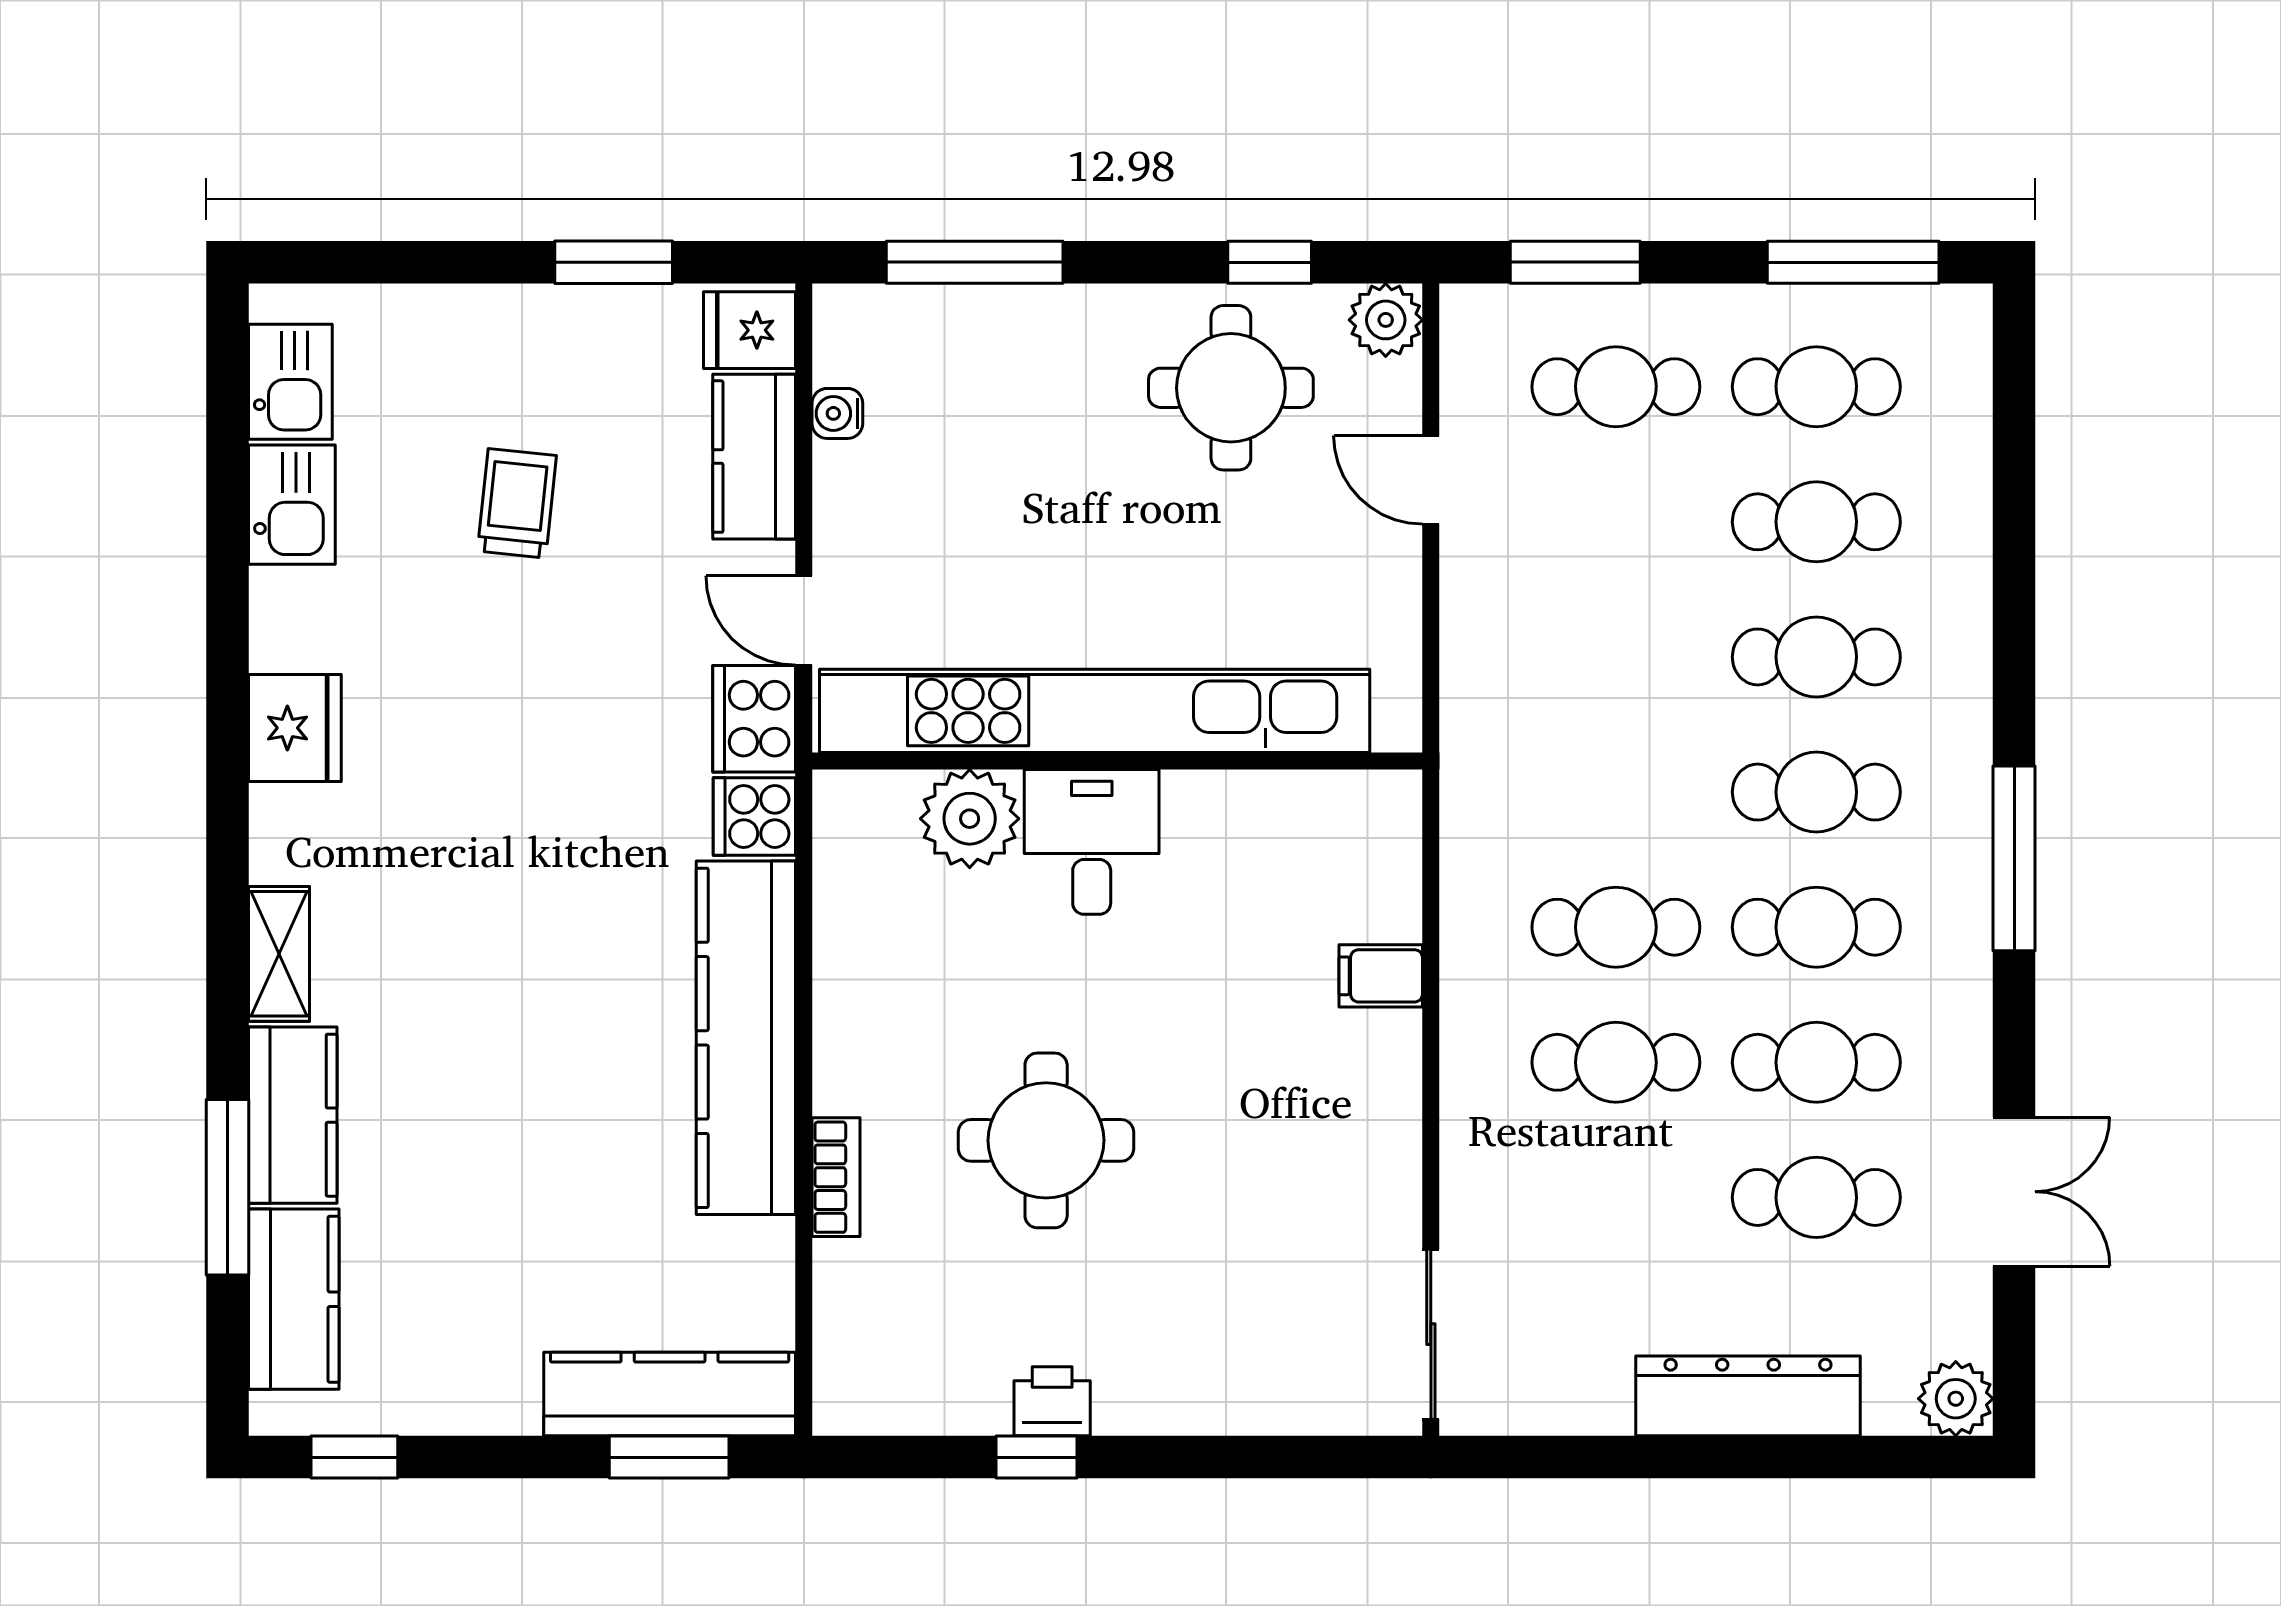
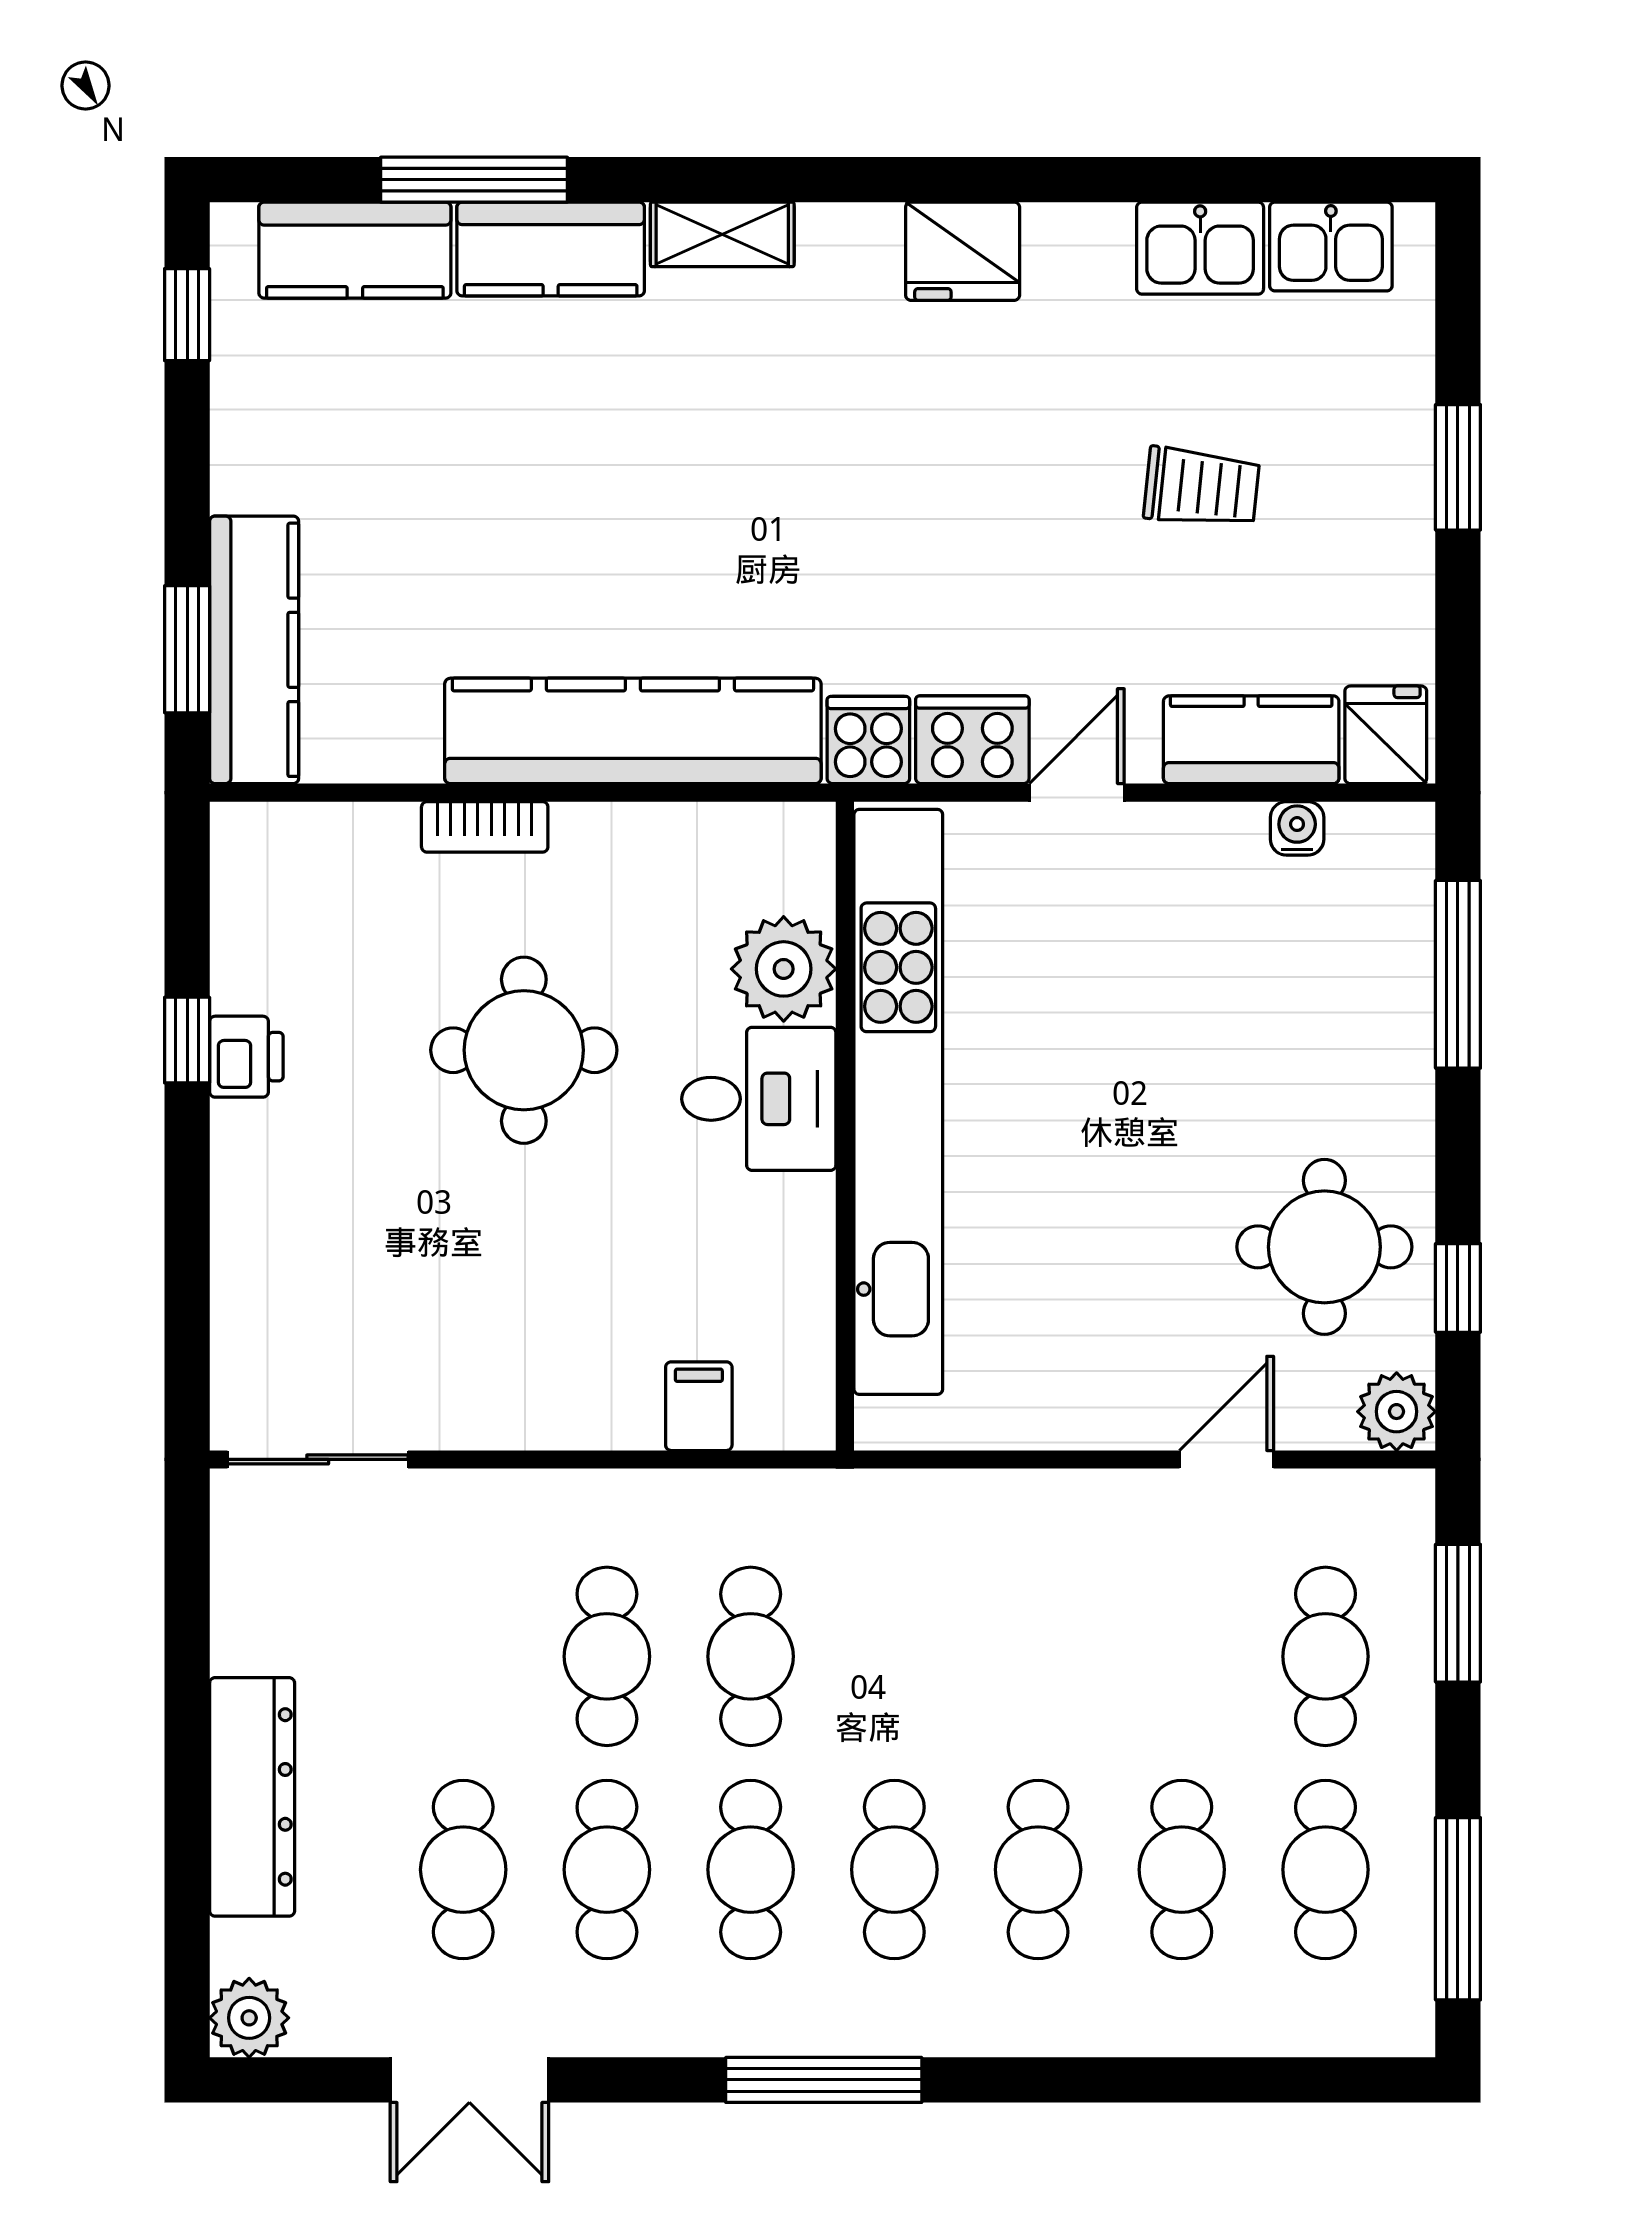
window: (614, 262) -> (1458, 467), moved
kitchen unit: (1095, 711) -> (898, 1102), moved
wall: (1117, 761) -> (845, 1126), moved
plant: (970, 819) -> (784, 969), moved
desk: (1092, 842) -> (759, 1099), moved

